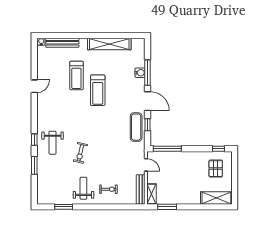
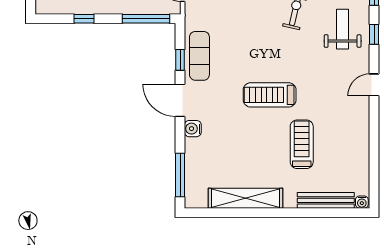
water cooler: (140, 73) -> (193, 129), moved
window: (147, 73) -> (180, 175), moved
door: (34, 86) -> (374, 85), moved
treadmill: (98, 90) -> (270, 95), moved, turned -90
window: (219, 149) -> (84, 19), moved

